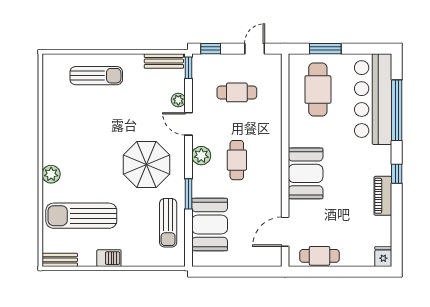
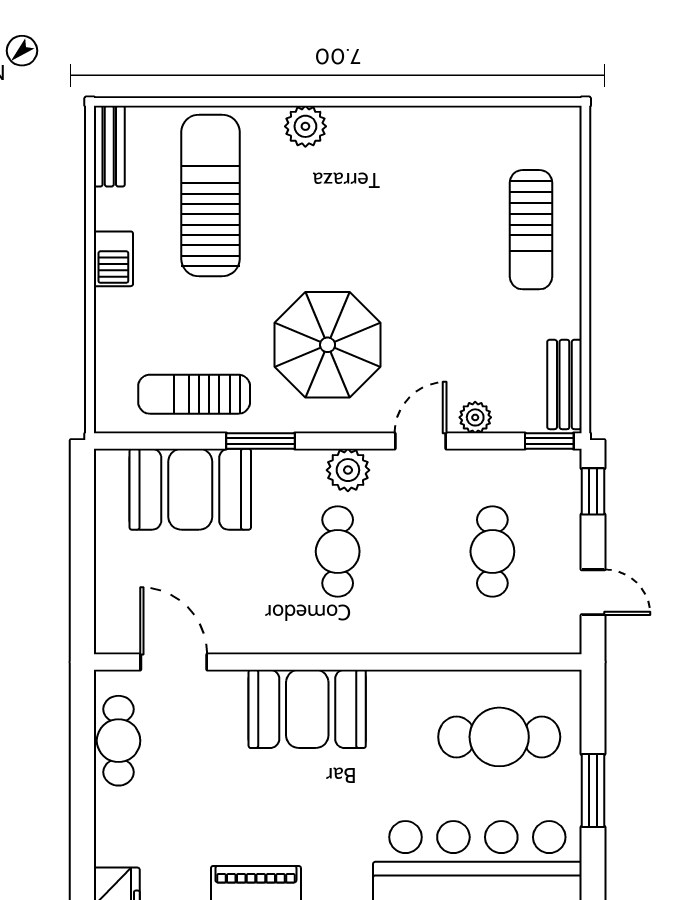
window: (325, 49) -> (593, 790), moved
cafe table: (237, 160) -> (338, 551), turned 90

